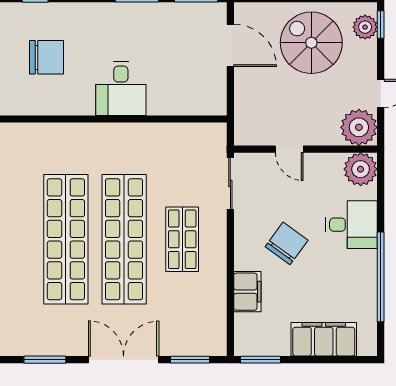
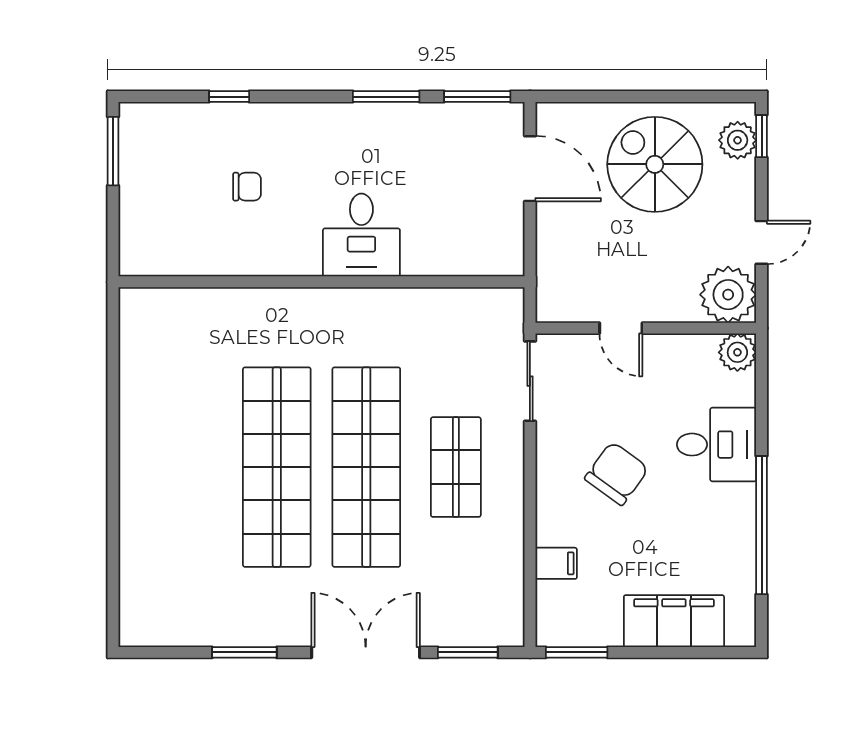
chair: (47, 57) -> (247, 187), width x0.54, depth x0.54
plant: (361, 169) -> (737, 352), width x0.73, depth x0.73
filing cabinet: (247, 292) -> (556, 563), width x0.50

